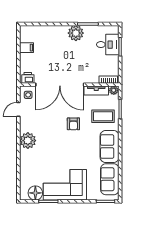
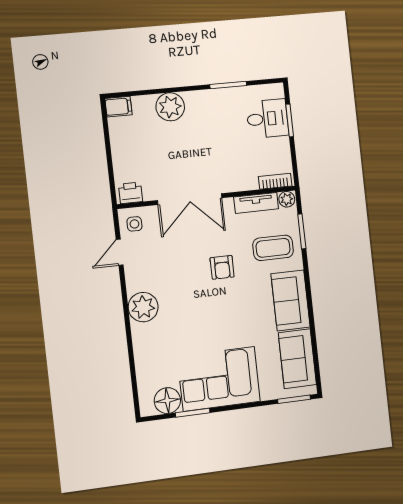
plant: (76, 33) -> (170, 107), moved
filing cabinet: (27, 48) -> (119, 107), moved
double door: (60, 85) -> (190, 199), width x0.73

